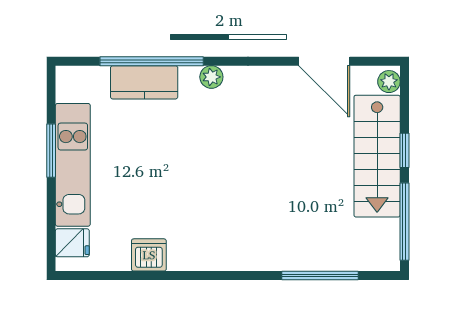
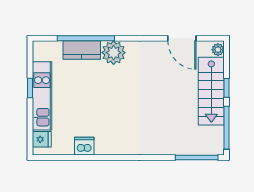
plant: (211, 77) -> (114, 53), width x1.88, depth x1.88
window: (51, 151) -> (30, 88), width x0.67
window: (320, 276) -> (197, 158), moved

